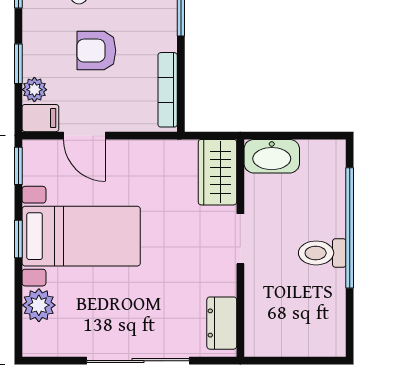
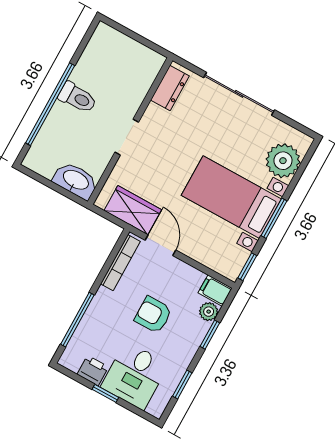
armchair: (96, 51) -> (153, 315), turned 180
door: (84, 136) -> (160, 245), moved
wardrobe: (217, 172) -> (133, 210), moved, turned -90
window: (18, 239) -> (274, 218), width x1.50
plant: (39, 305) -> (283, 161), width x1.36, depth x1.36

